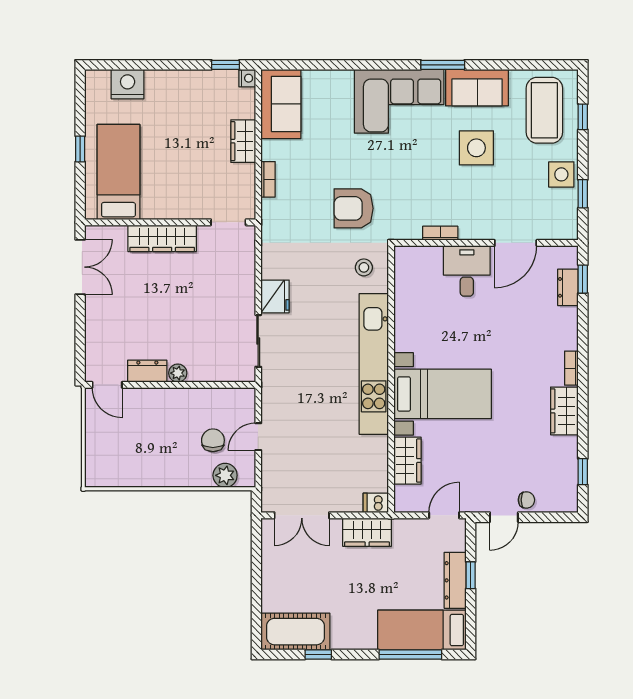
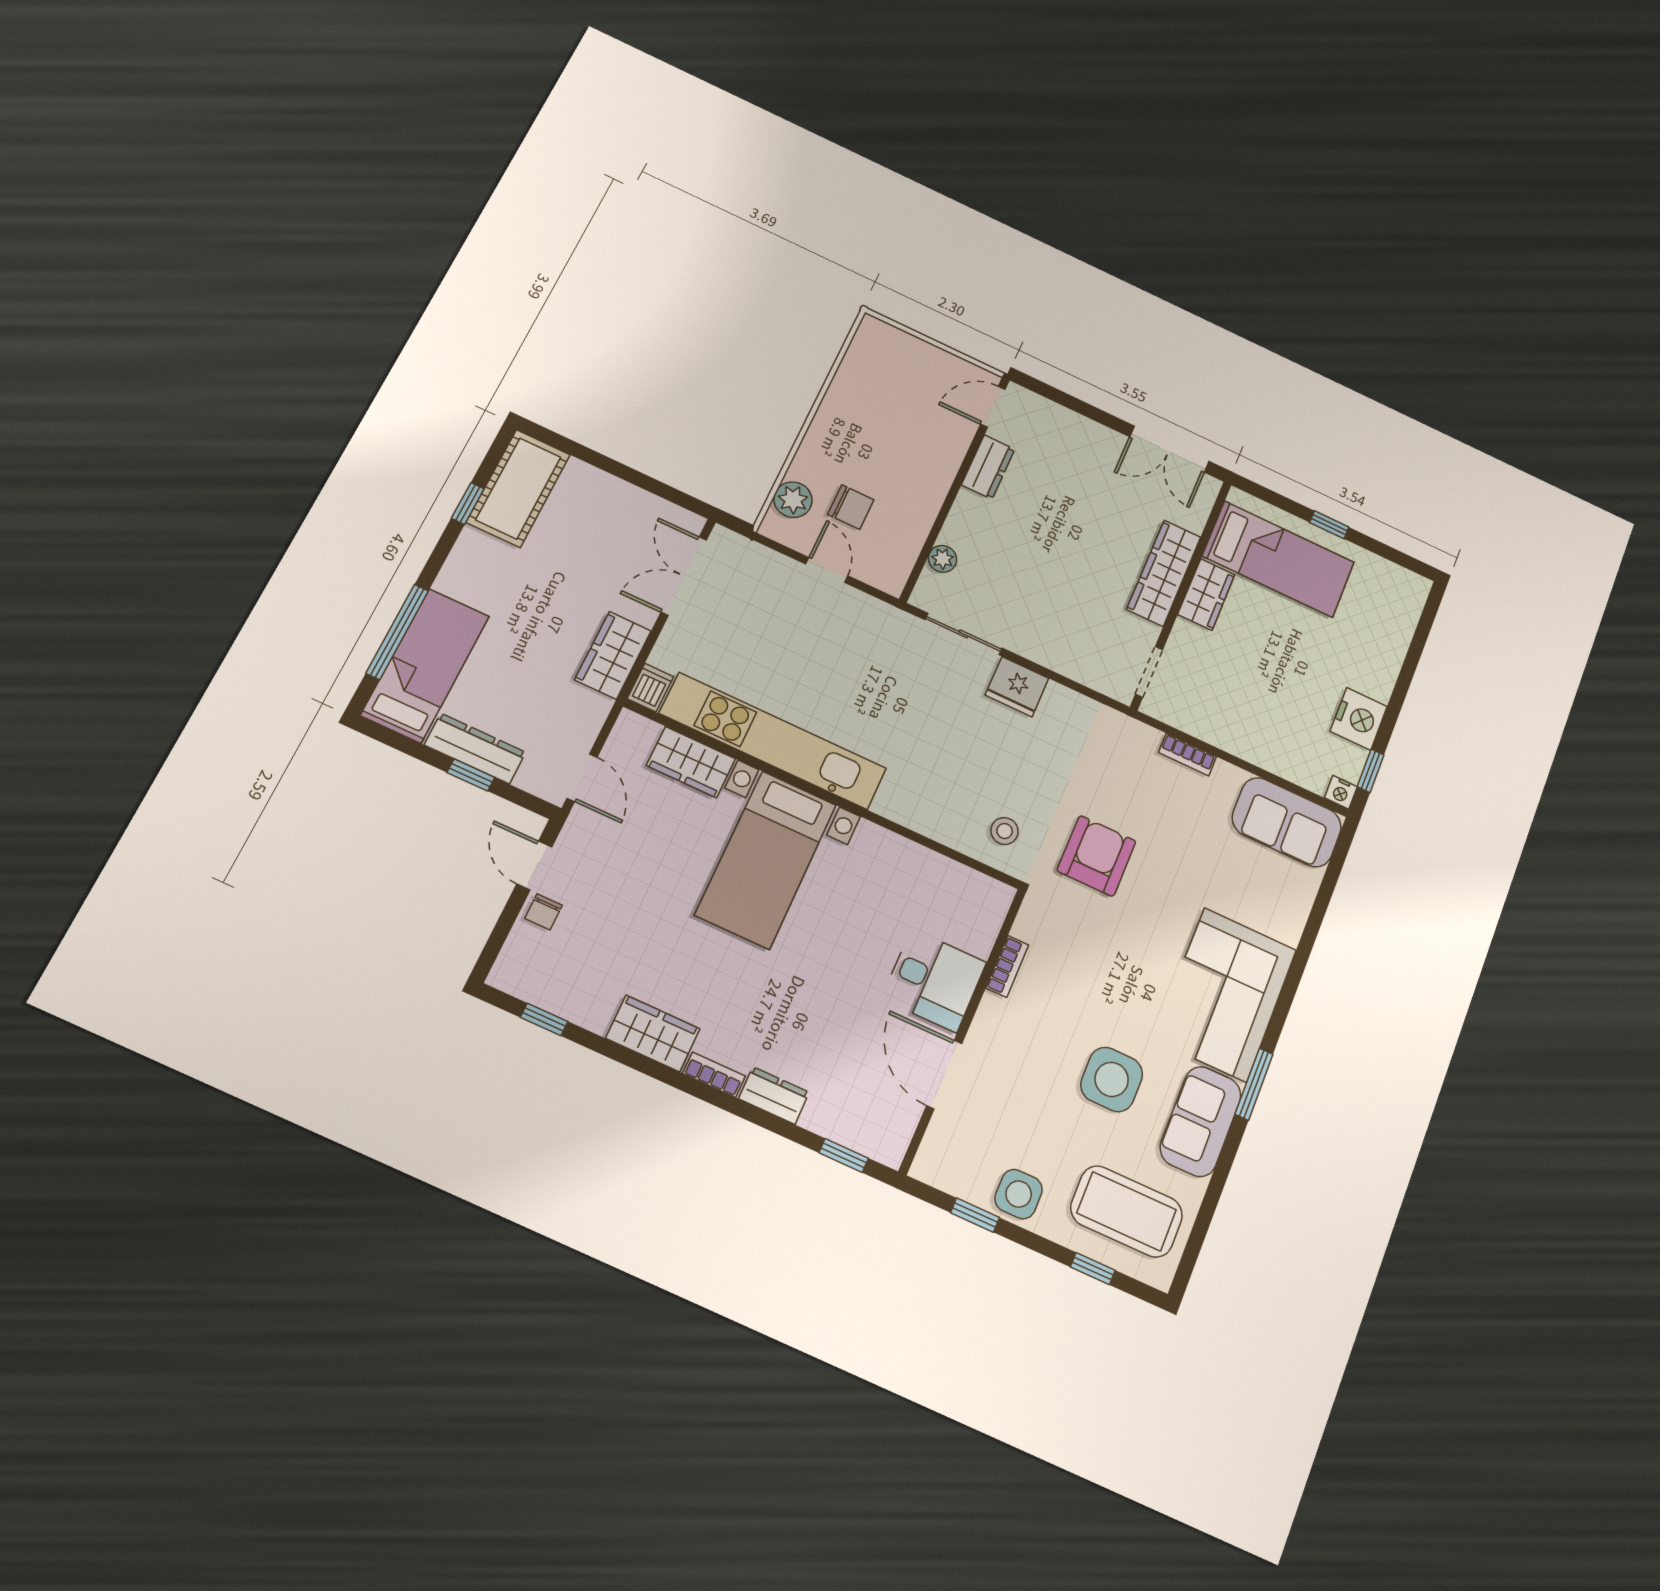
nightstand: (128, 84) -> (1359, 719), moved
wardrobe: (243, 141) -> (1206, 594), moved, turned 90
dresser: (568, 287) -> (774, 1095), moved
kitchen unit: (374, 364) -> (773, 741), moved
plant: (178, 373) -> (943, 559), moved

